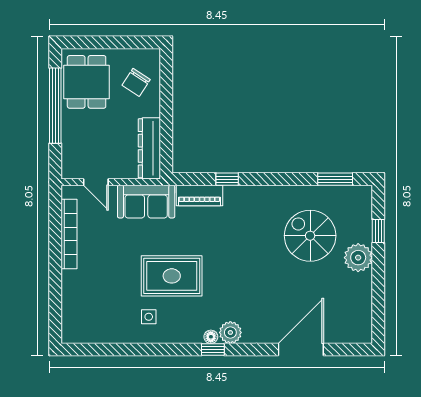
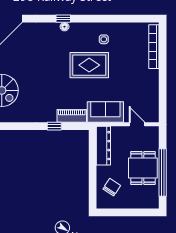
dining table: (87, 82) -> (143, 168), moved
bookcase: (69, 234) -> (154, 47), moved
plant: (230, 332) -> (52, 29), removed

